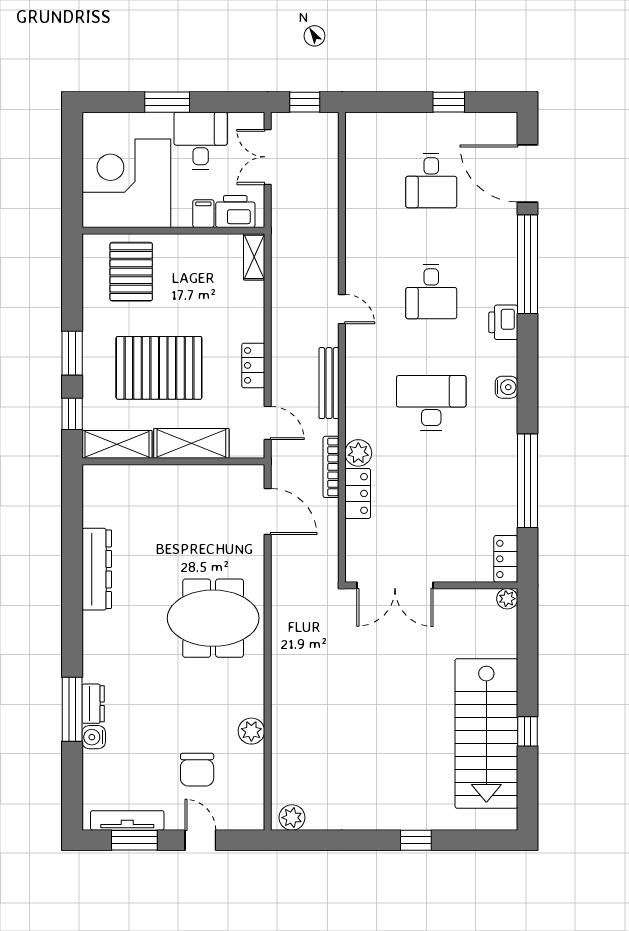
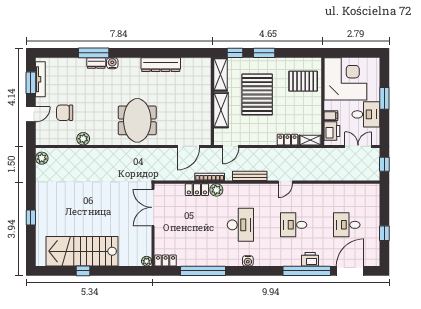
printer: (503, 322) -> (310, 259), moved
locker: (253, 365) -> (287, 140), moved
water cooler: (94, 737) -> (112, 63), moved

